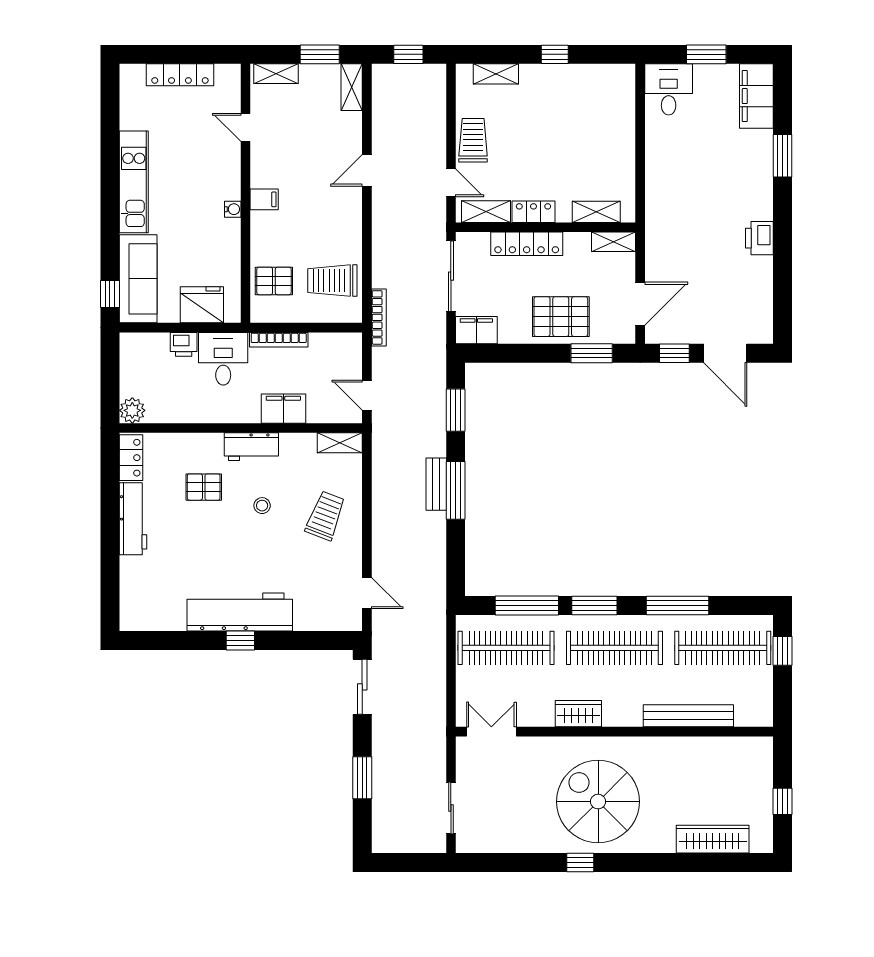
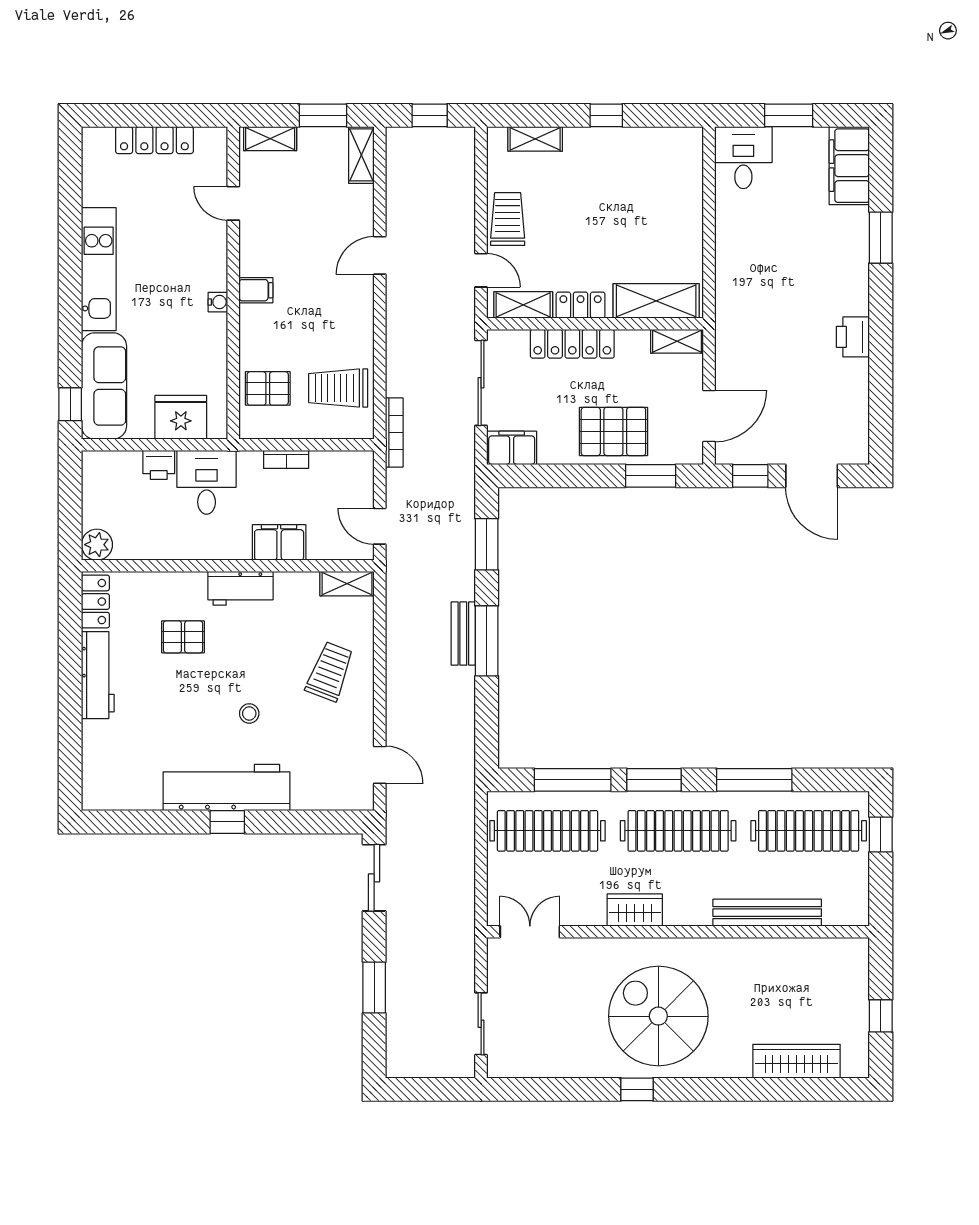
shelving: (596, 212) -> (656, 301), width x1.50, depth x1.33
bookcase: (279, 340) -> (286, 459), width x0.64
stool: (262, 506) -> (249, 713), moved

